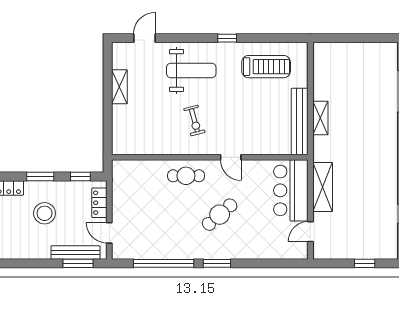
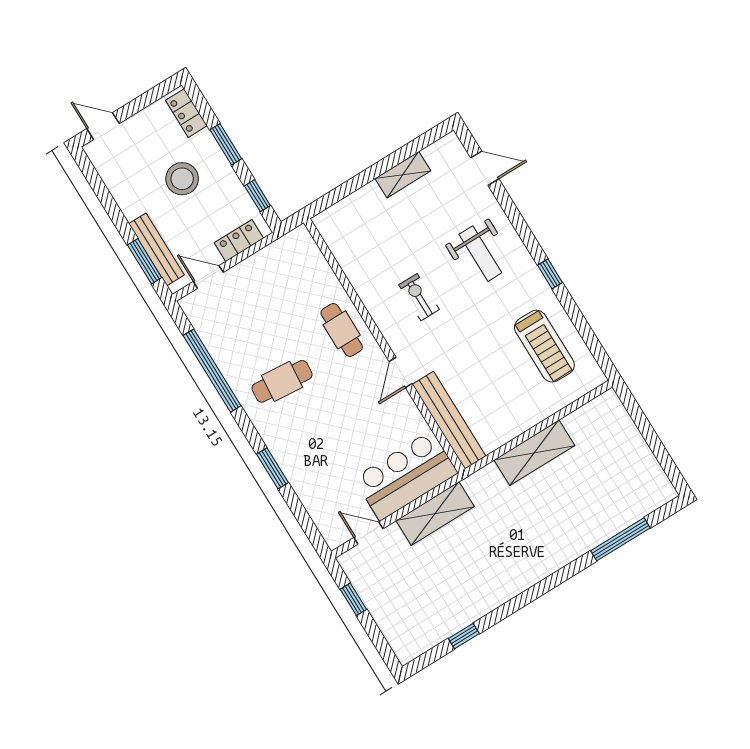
weight bench: (191, 70) -> (480, 254), width x0.73, depth x0.75
shelving: (320, 118) -> (534, 453), width x1.50, depth x1.33
exercise bike: (194, 120) -> (419, 297), turned 105
bench: (300, 121) -> (449, 420), moved, turned 90
cafe table: (220, 215) -> (282, 381), moved, turned -44
door: (109, 233) -> (208, 277), hinge flipped
window: (217, 263) -> (273, 468), moved
window: (365, 263) -> (353, 599), moved

